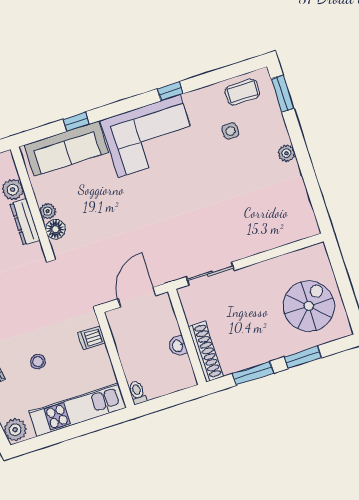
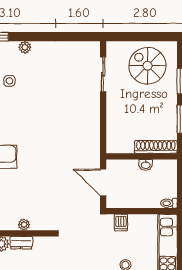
plant: (286, 153) -> (25, 47), moved
dresser: (25, 222) -> (21, 243), width x0.70
floor lamp: (55, 229) -> (38, 223), removed
sliding door: (210, 274) -> (103, 74), moved

